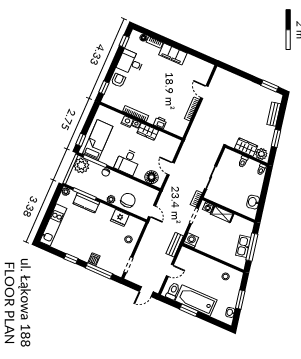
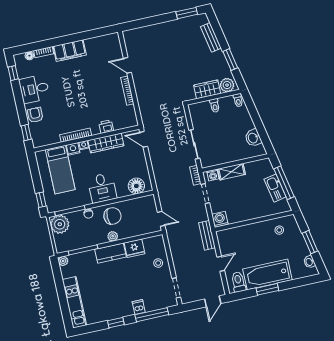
wardrobe: (148, 132) -> (106, 143), width x1.50
bed: (98, 140) -> (60, 170), moved, turned 180
door: (171, 169) -> (144, 139), moved
chair: (128, 200) -> (112, 216), moved, turned 90
kitchen counter: (86, 203) -> (110, 253), moved

